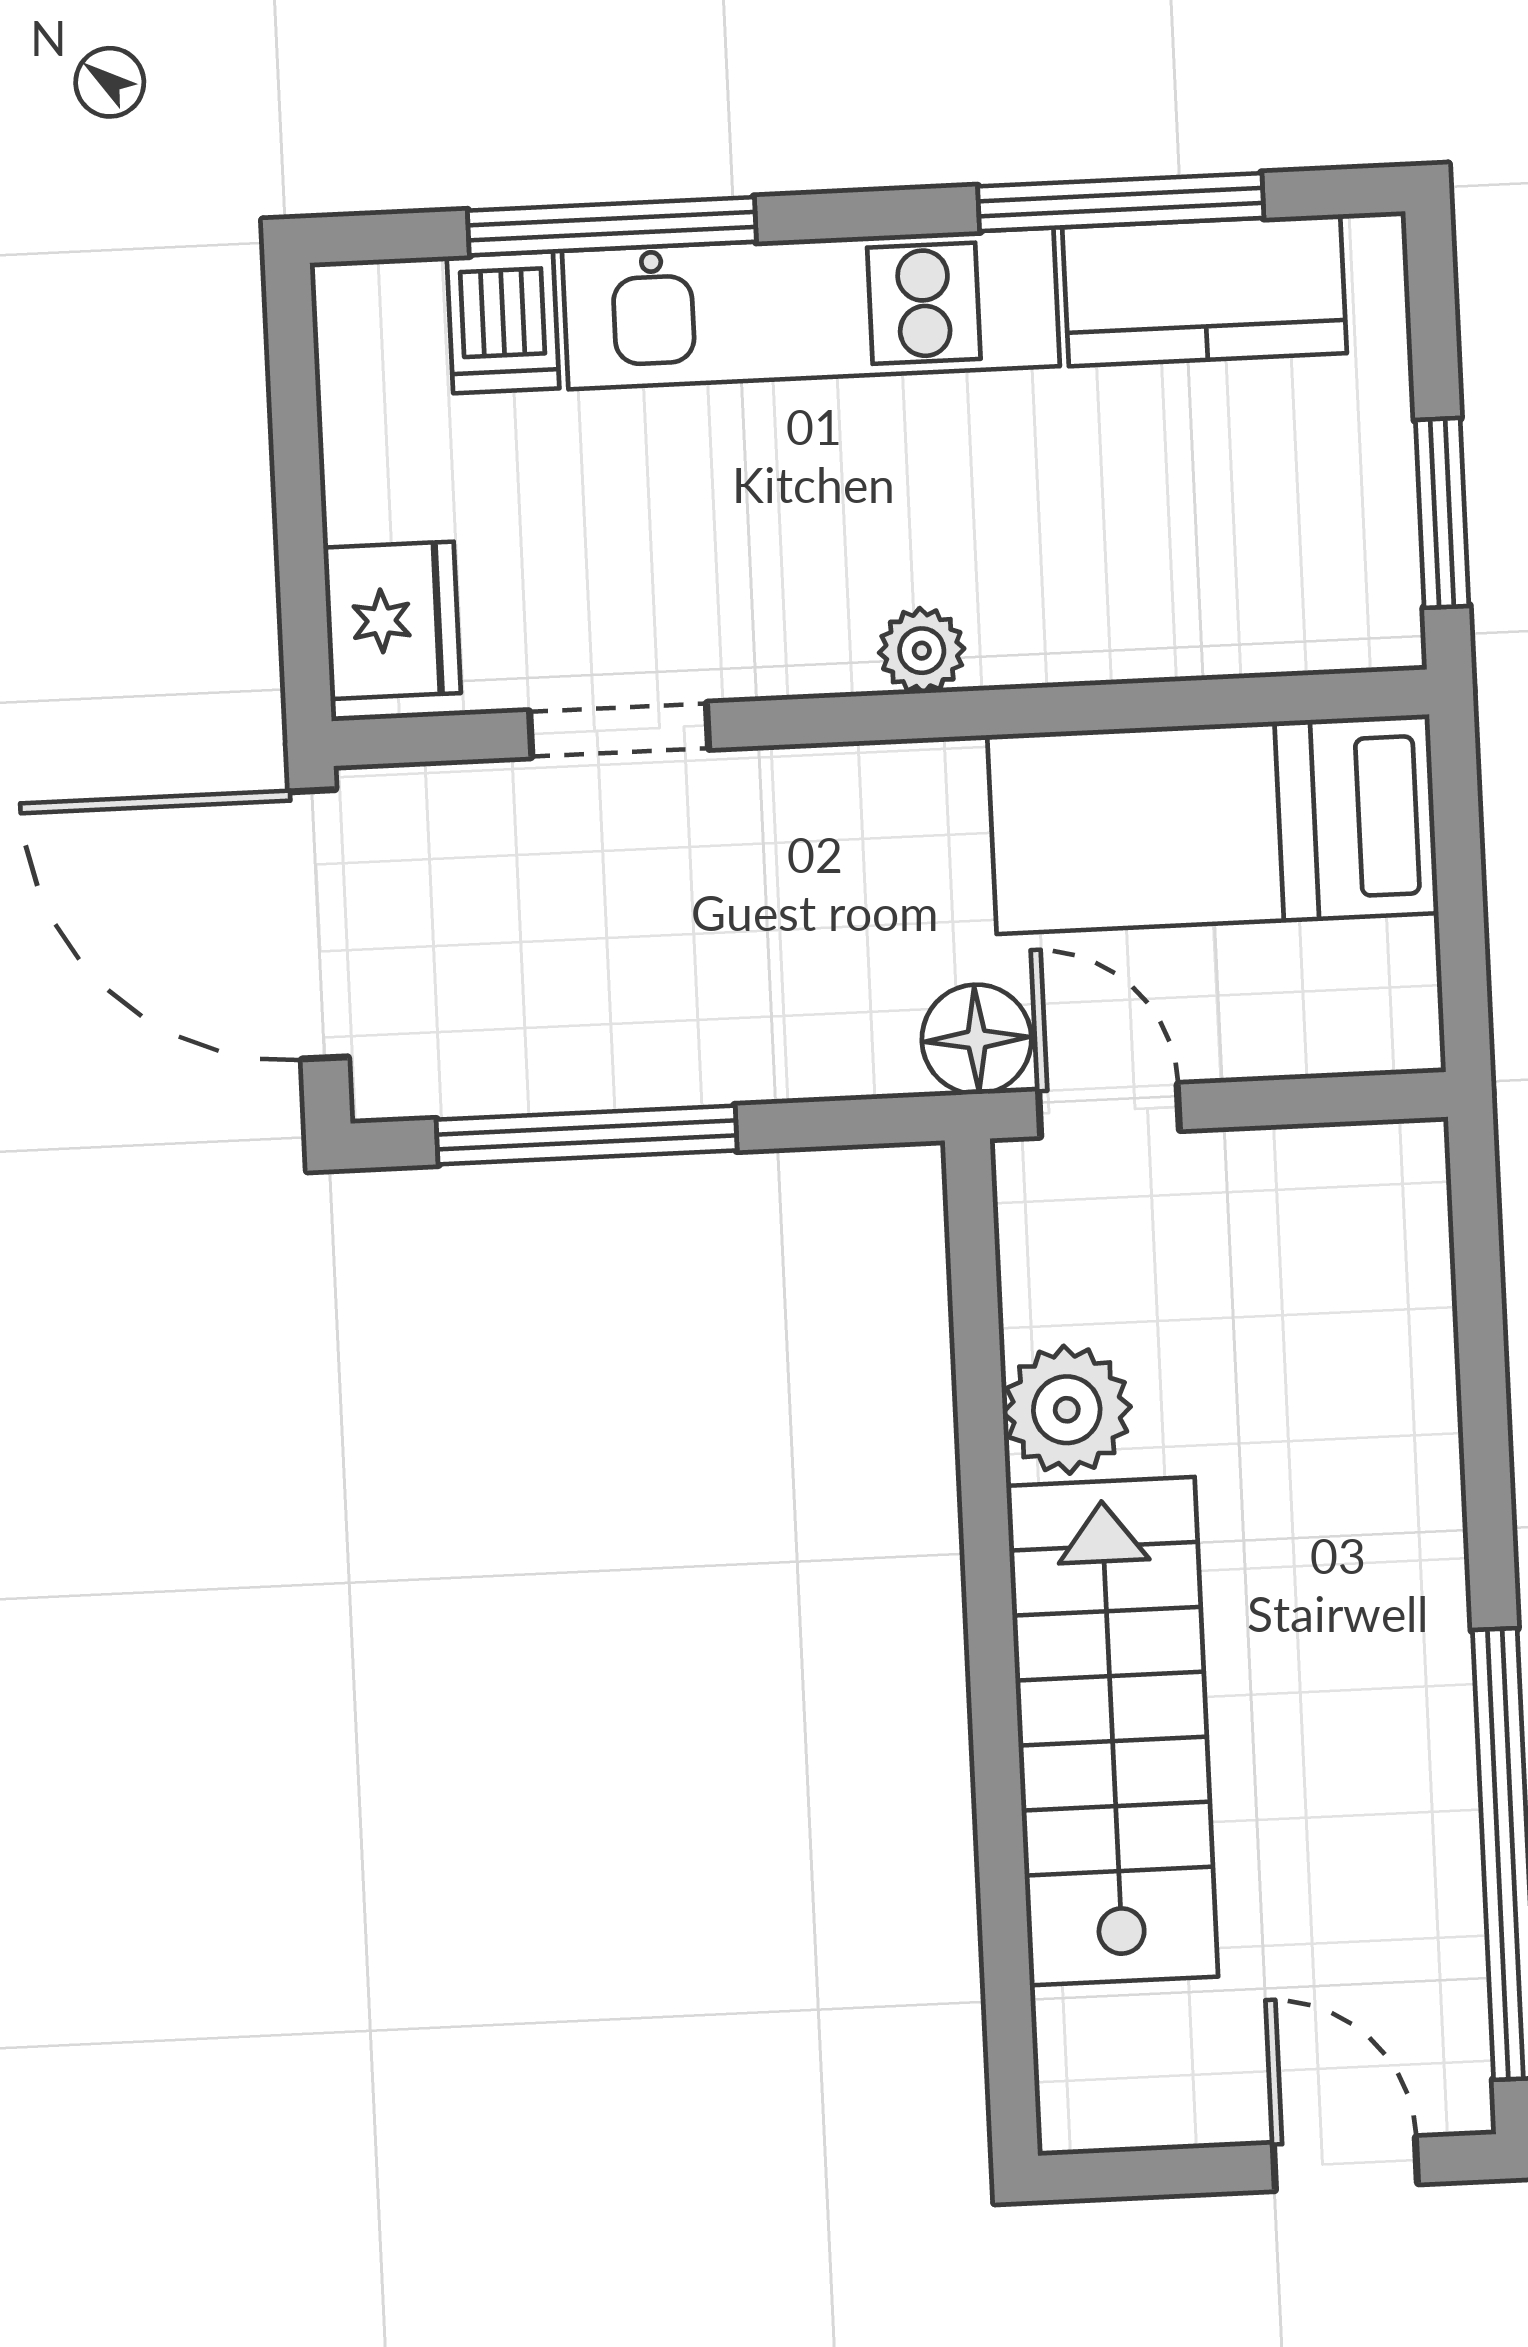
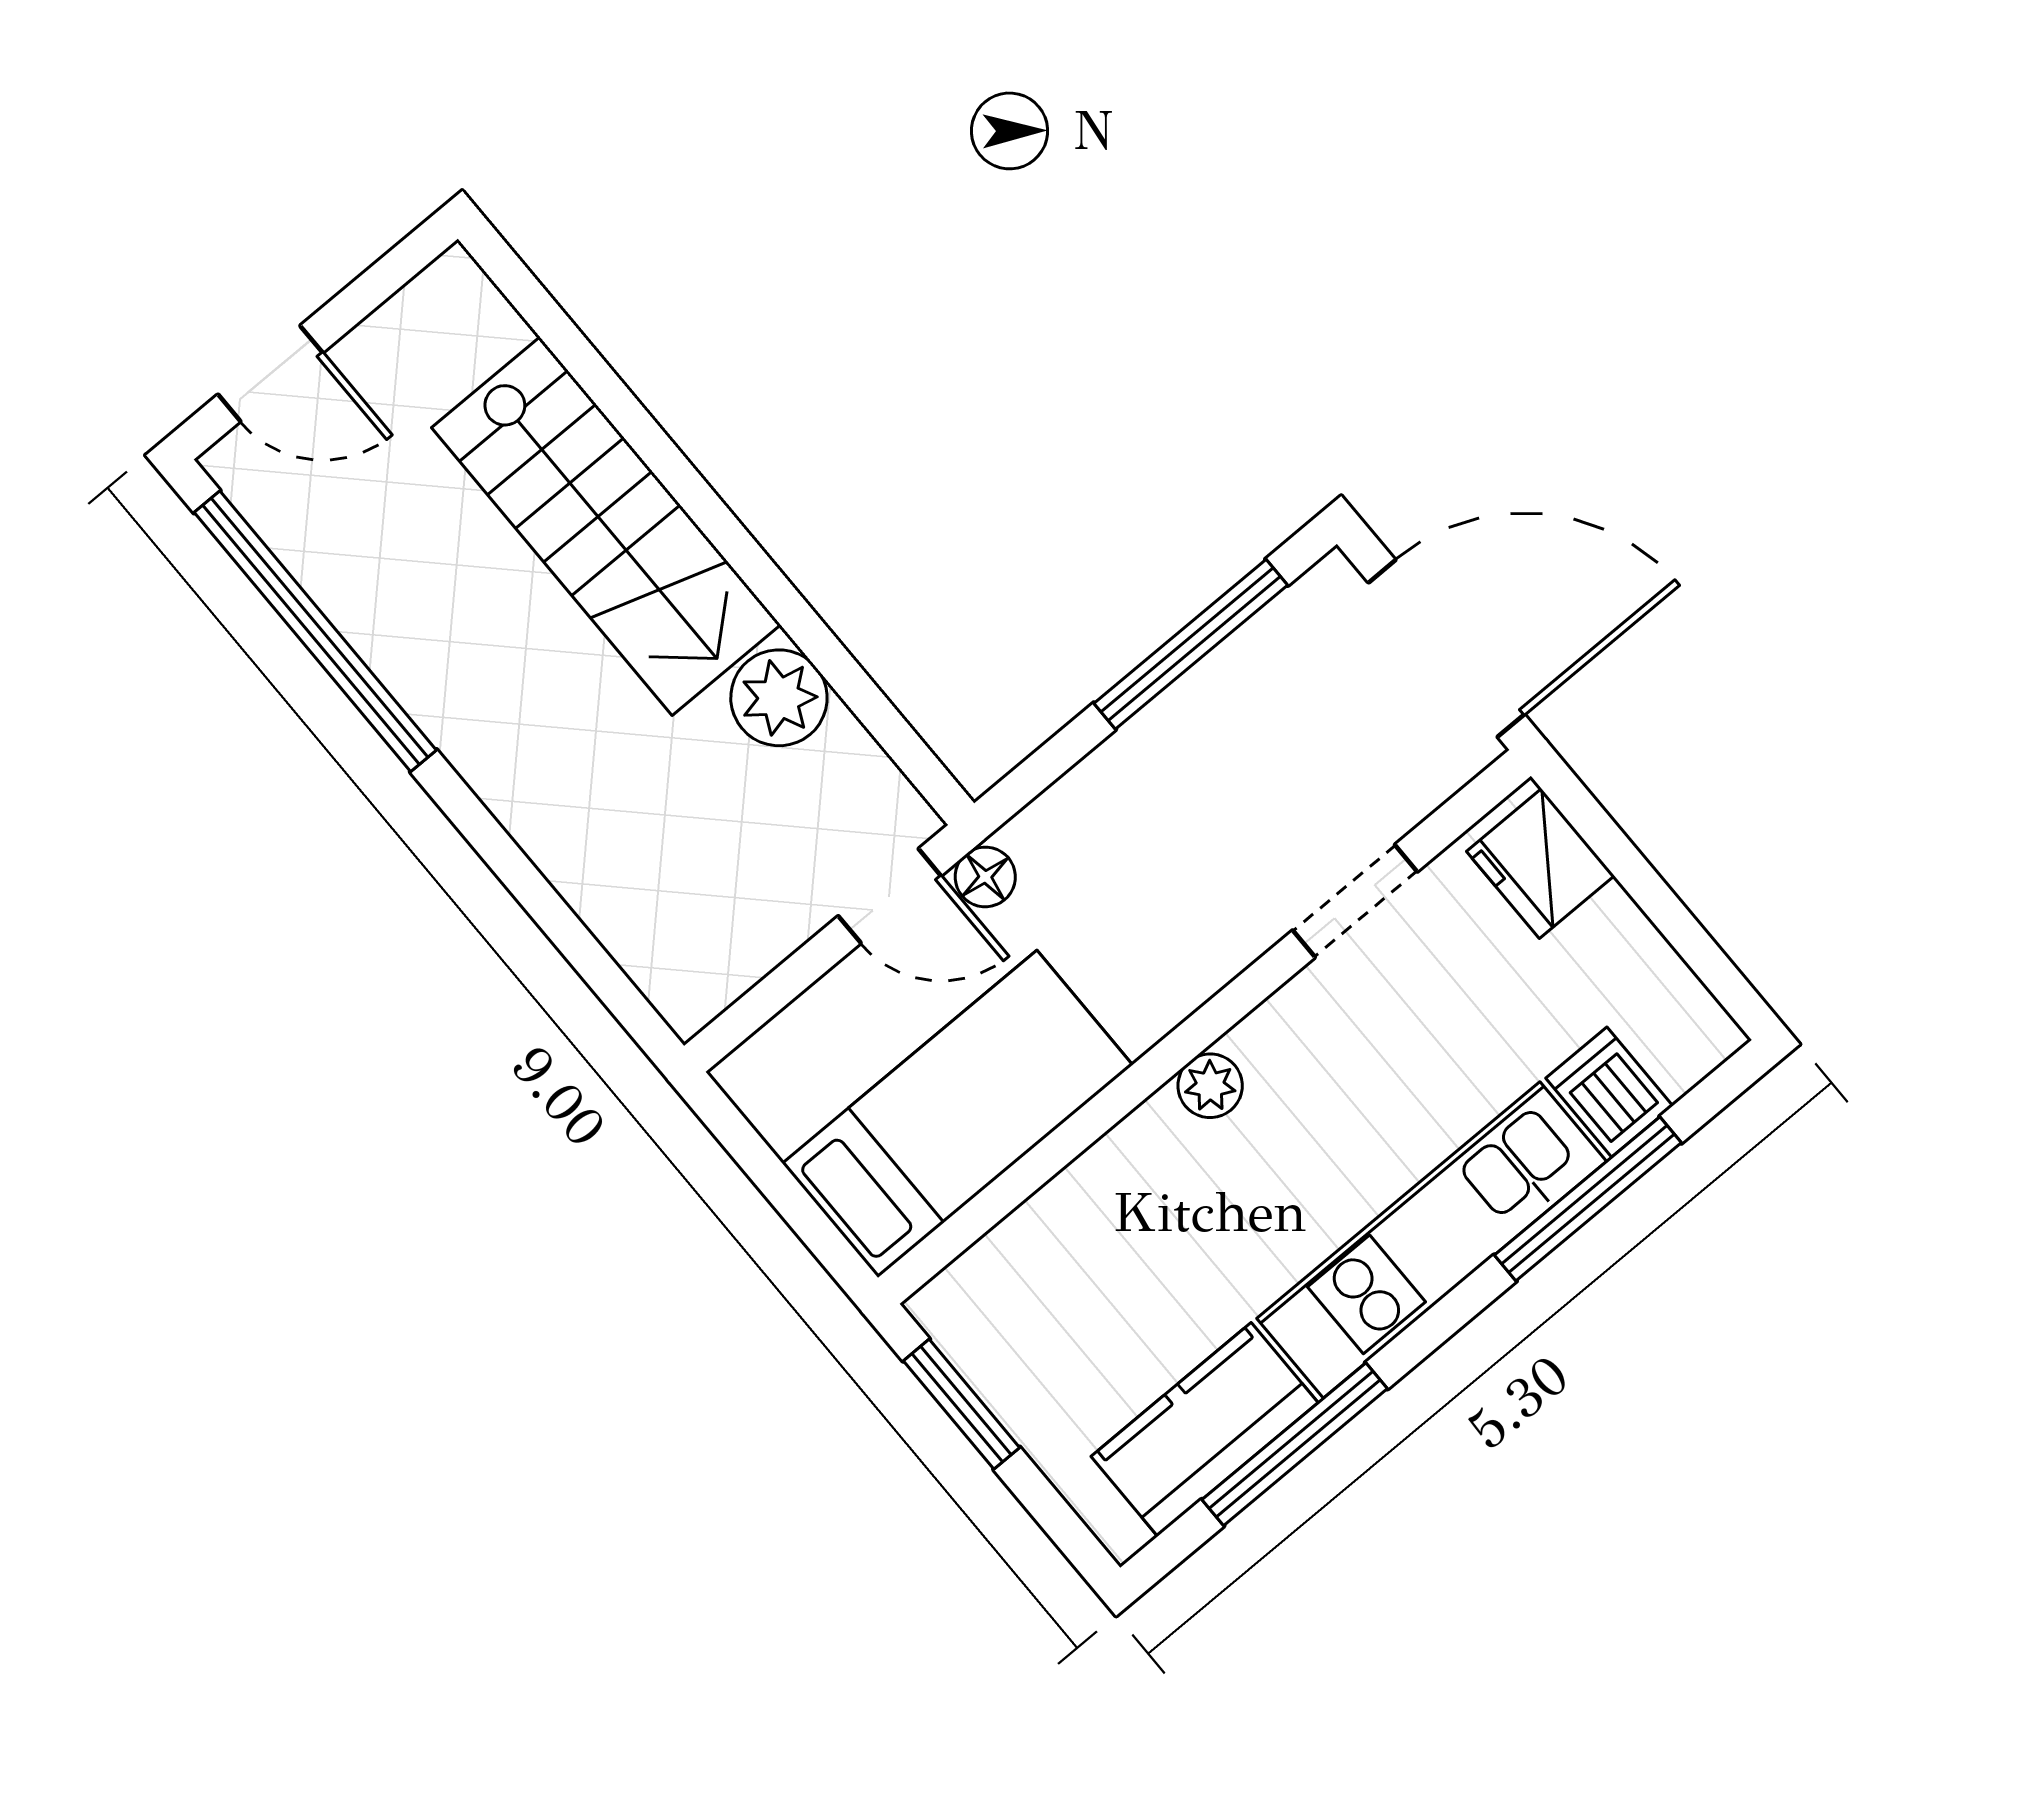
floor lamp: (977, 1039) -> (985, 877), width x0.73, depth x0.73

